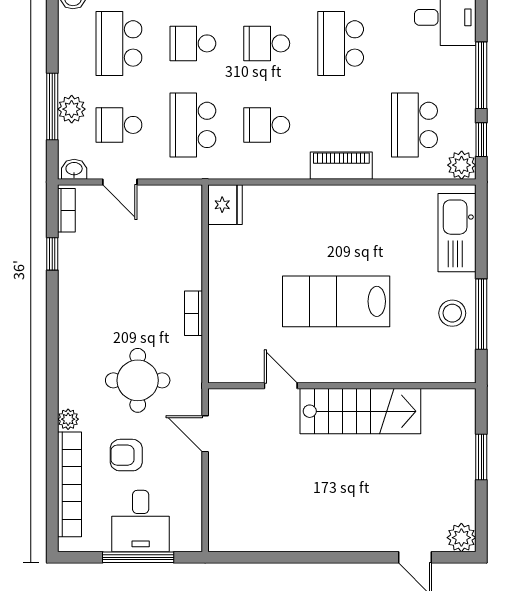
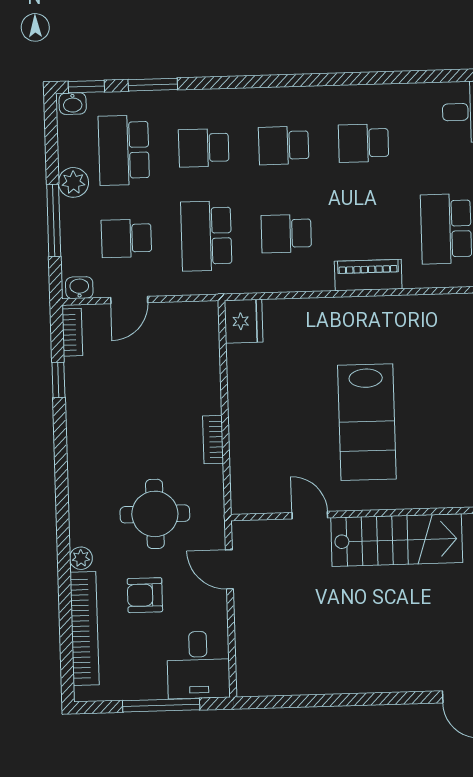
school desk: (341, 43) -> (364, 143), width x0.54
plant: (72, 109) -> (73, 182), moved
door: (120, 182) -> (129, 300), hinge flipped
lab bench: (336, 301) -> (367, 422), turned -90
desk: (141, 521) -> (198, 665), moved

